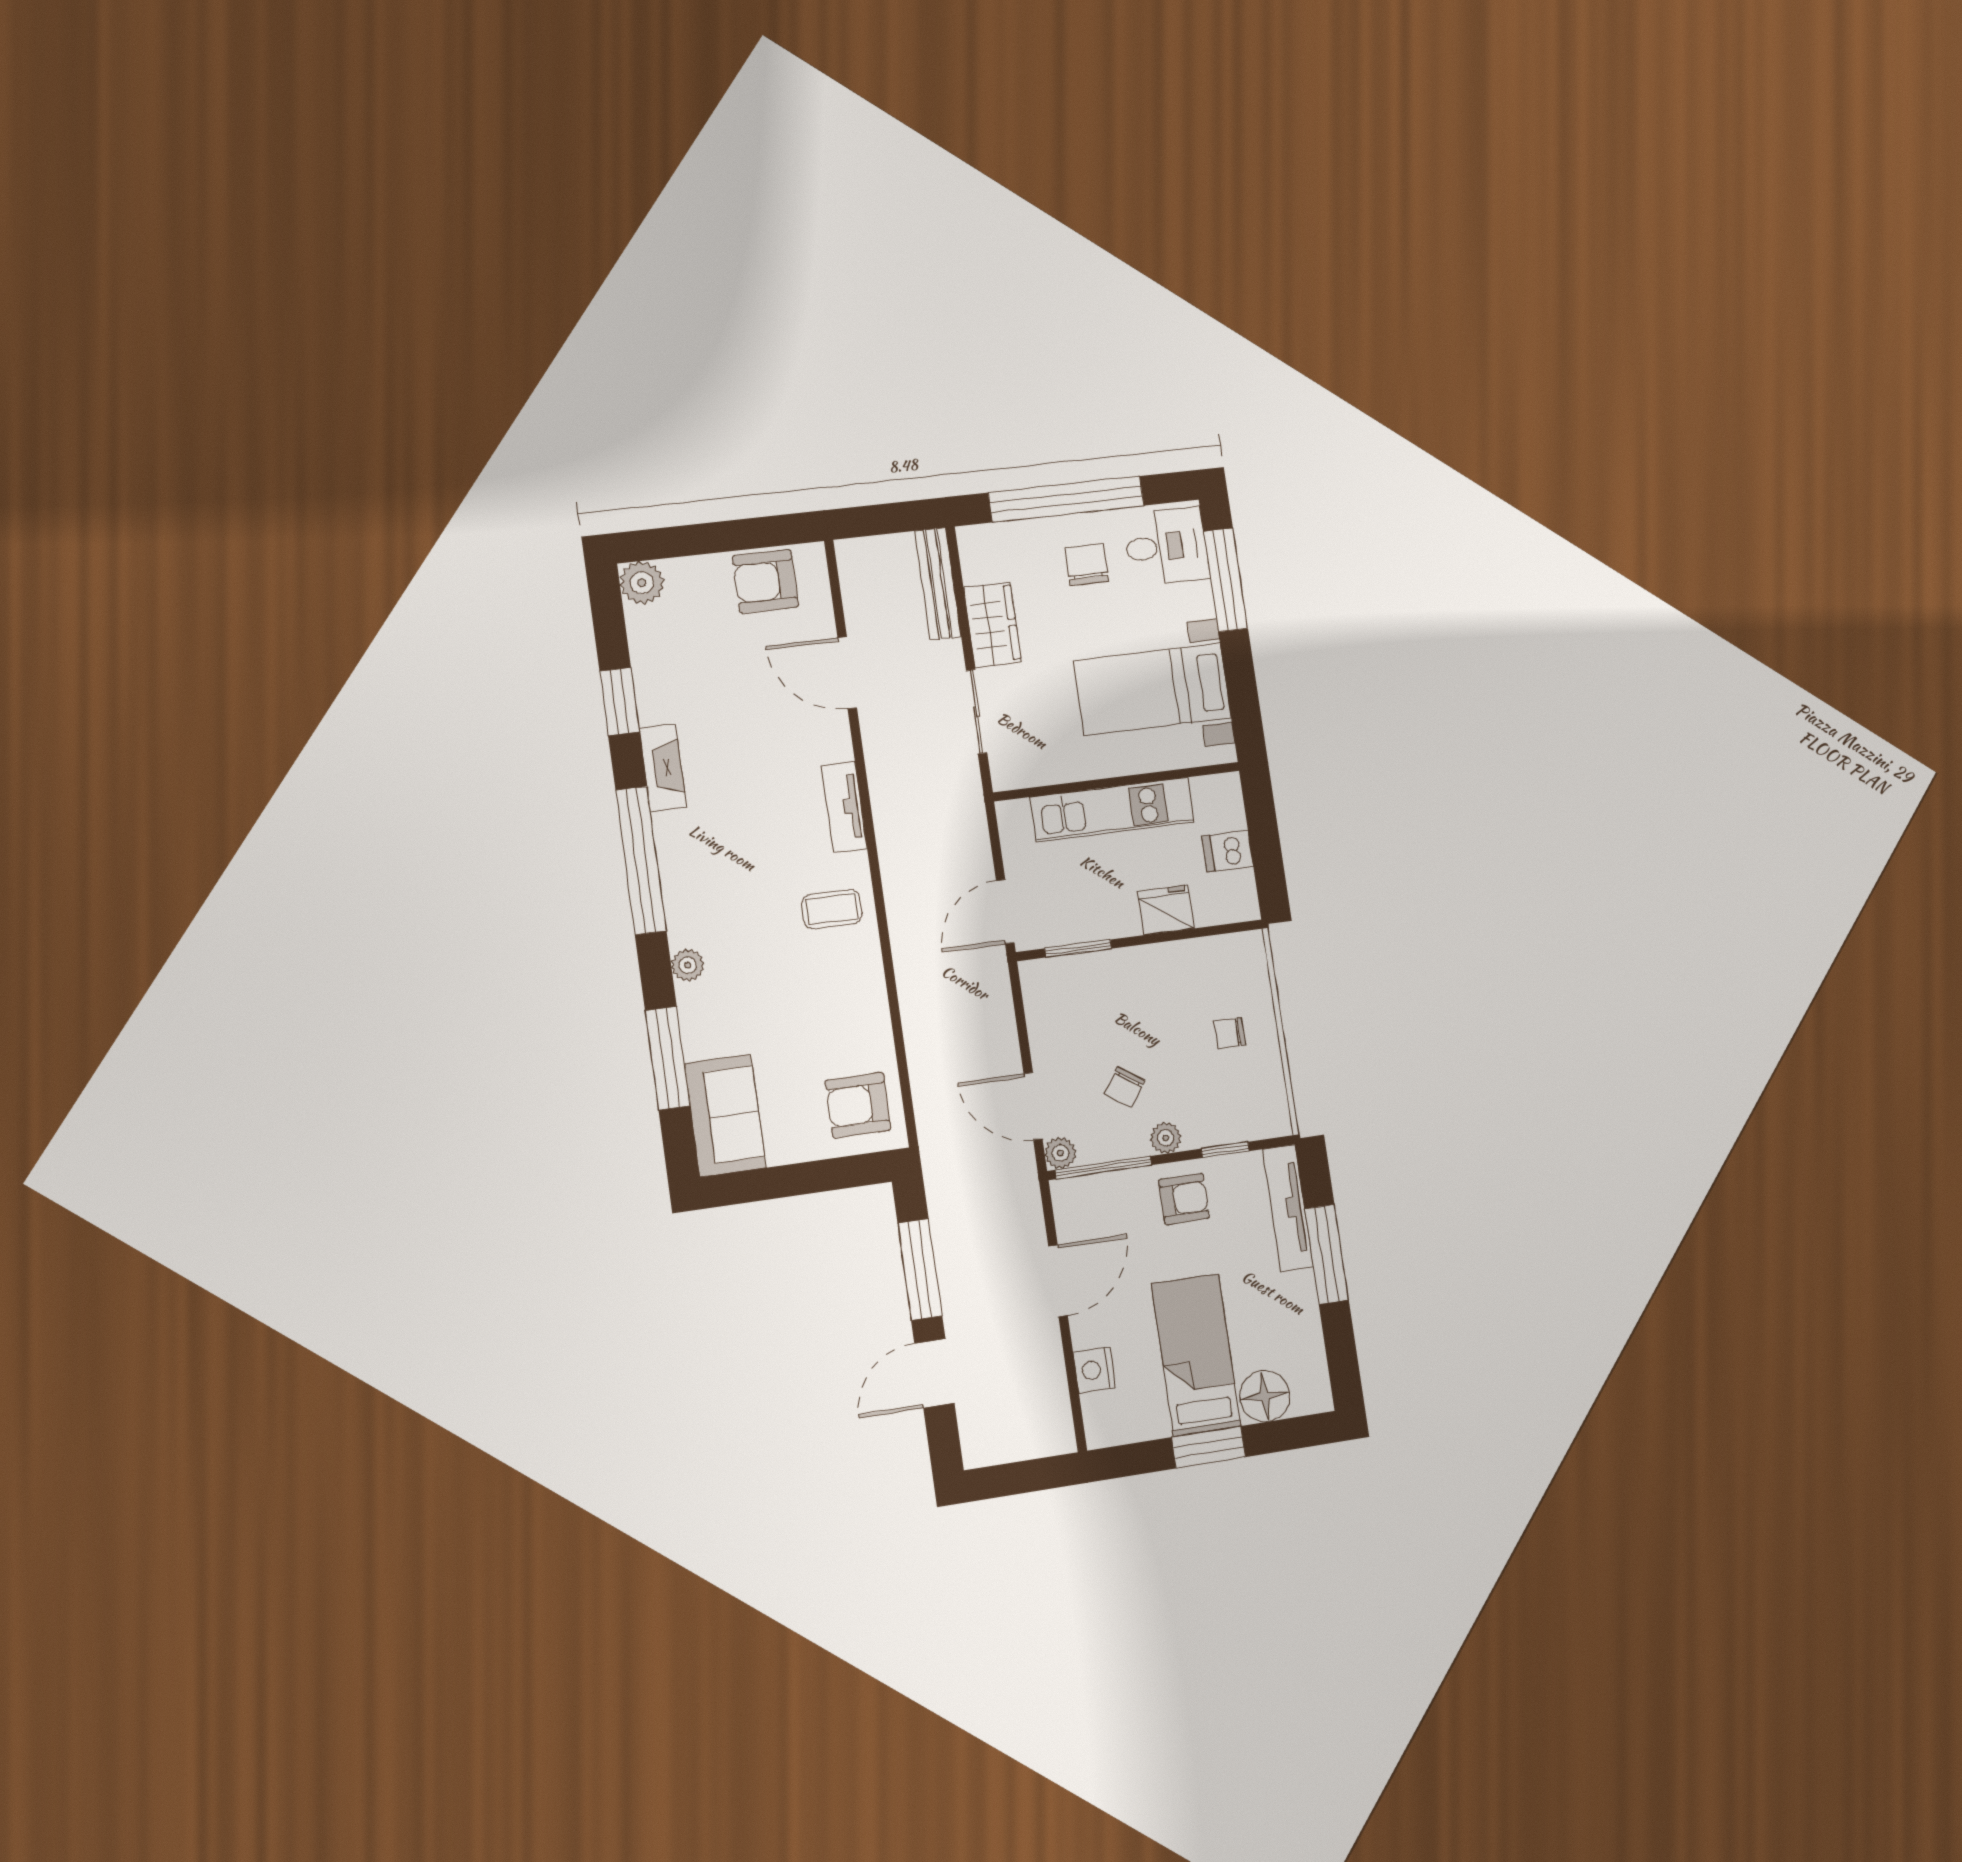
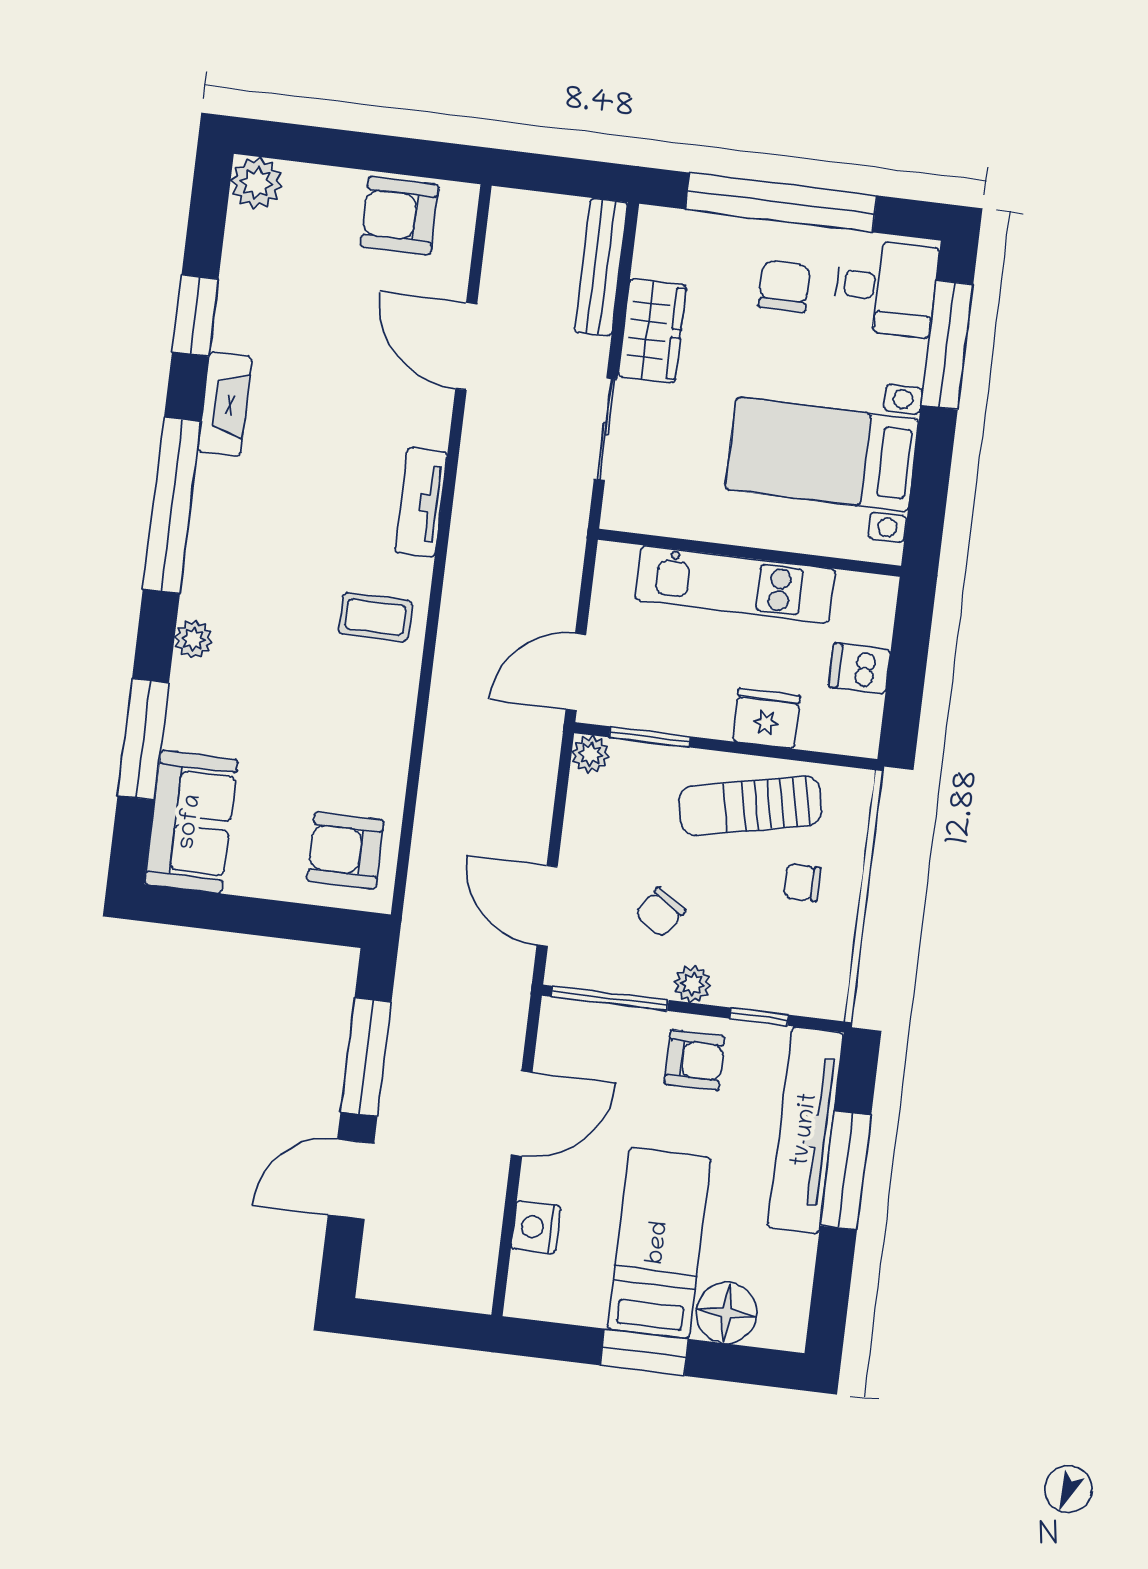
sun lounger: (1172, 983) -> (750, 806), added
plant: (1060, 1153) -> (590, 754), moved
tv unit: (1288, 1208) -> (806, 1130), width x1.36, depth x1.29

